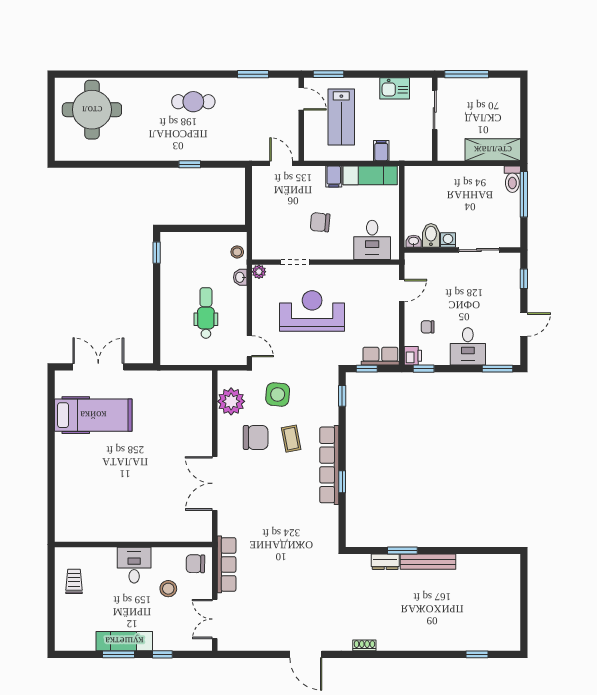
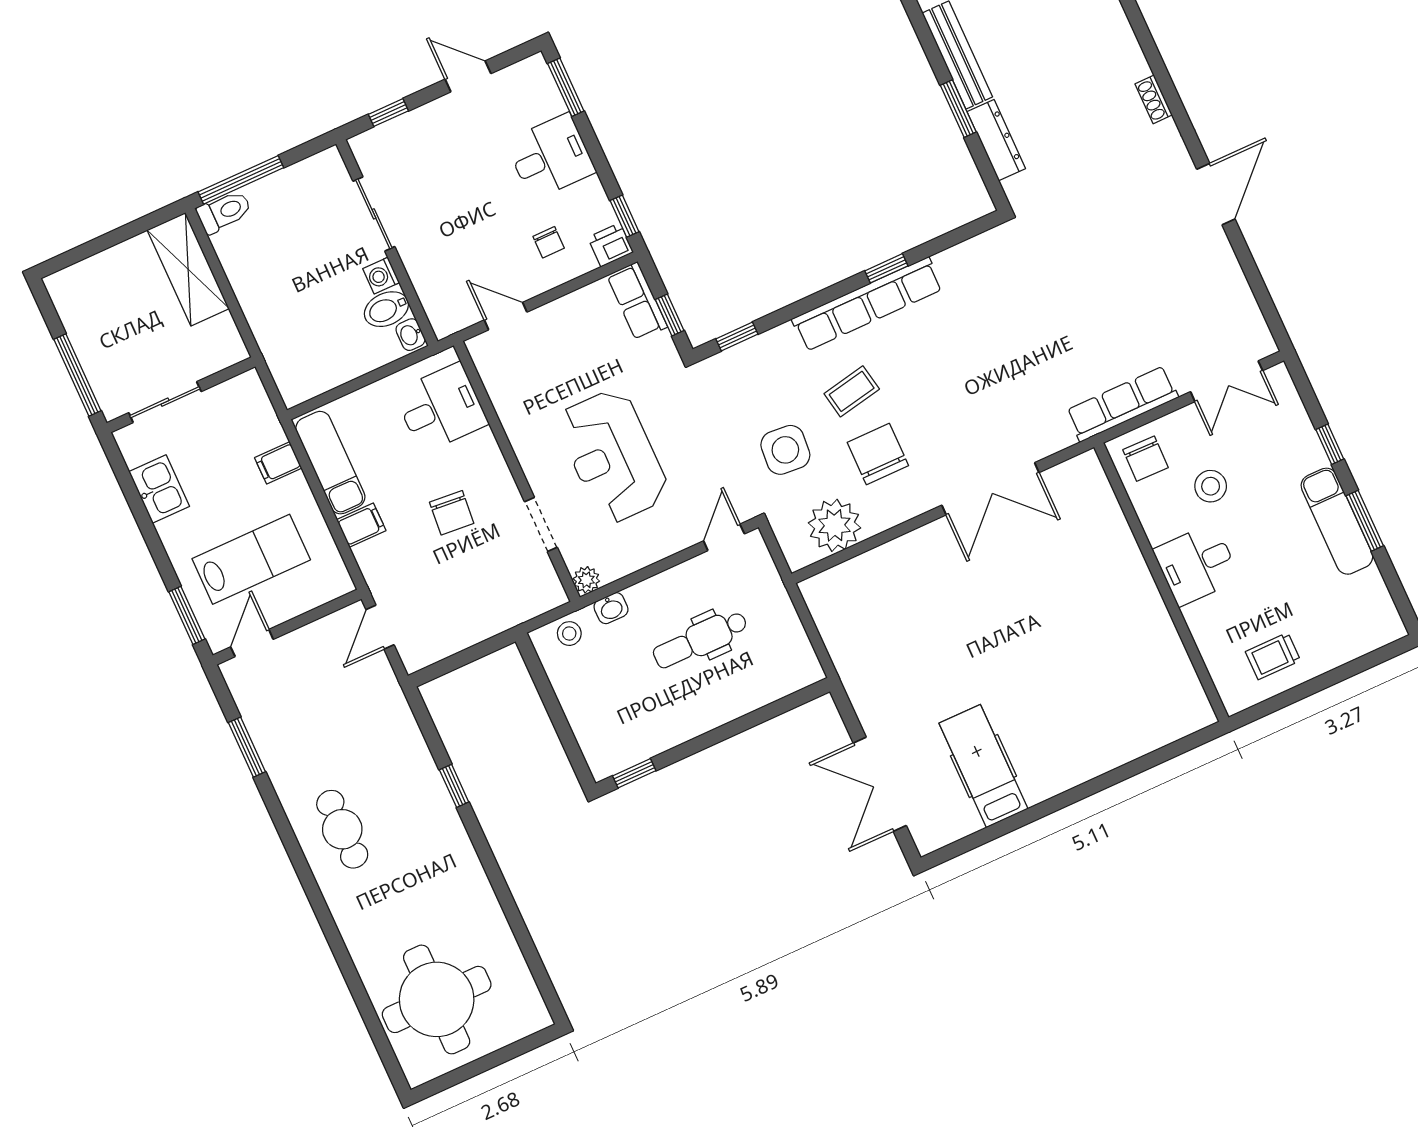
hospital bed: (93, 415) -> (983, 766), width x0.73, depth x0.78
dresser: (385, 562) -> (996, 140), width x1.44

